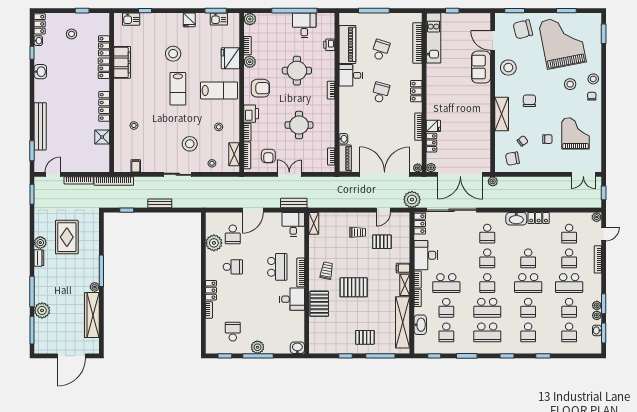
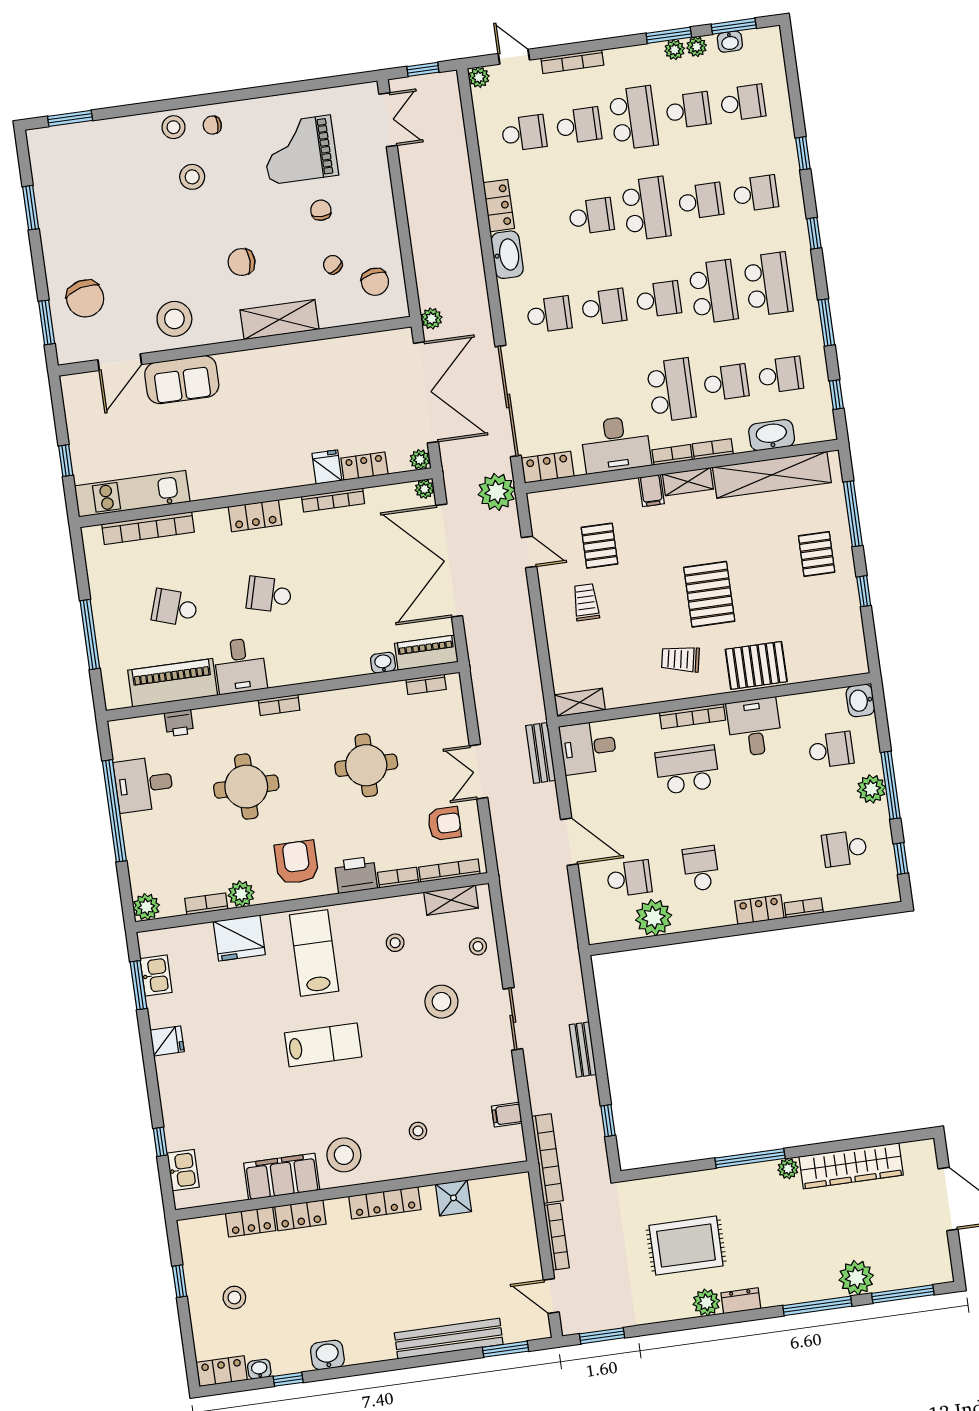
grand piano: (562, 42) -> (101, 207), removed
stool: (173, 54) -> (344, 1155), moved
school desk: (277, 332) -> (831, 750), added

